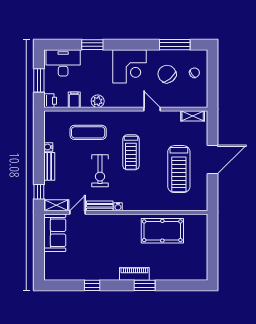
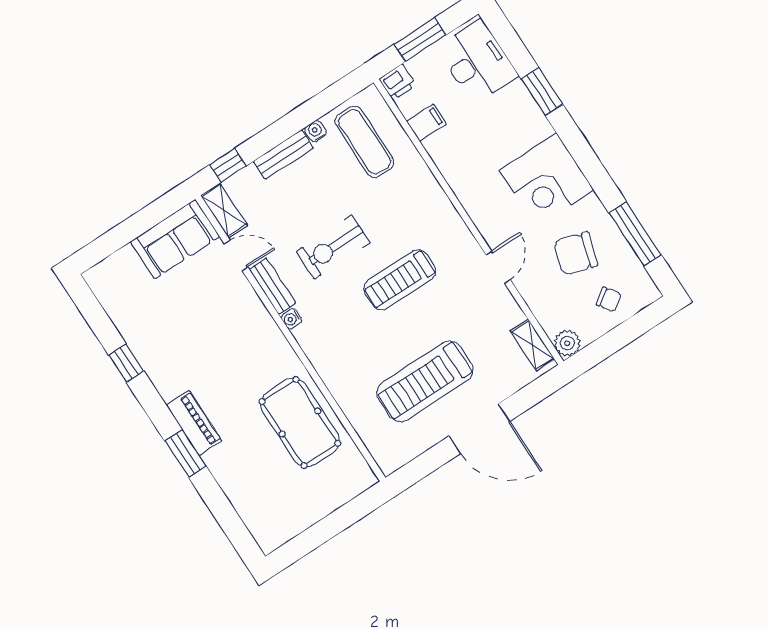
chair: (167, 74) -> (576, 254), turned -124
plant: (98, 101) -> (567, 343), moved
exercise mat: (88, 132) -> (364, 142), moved

